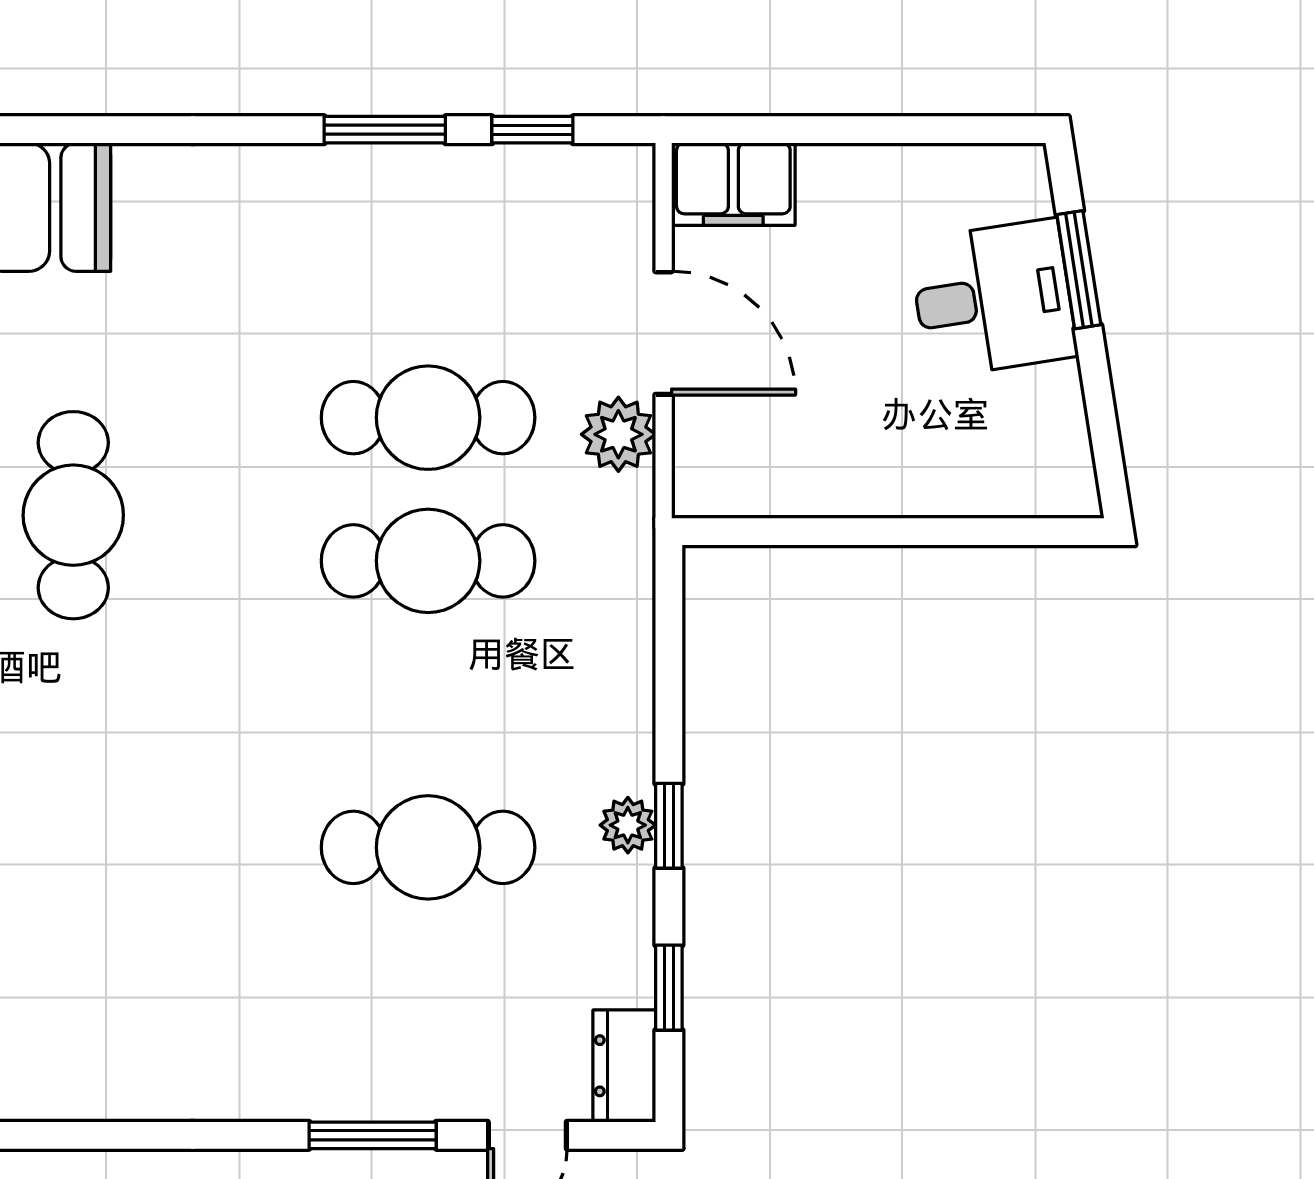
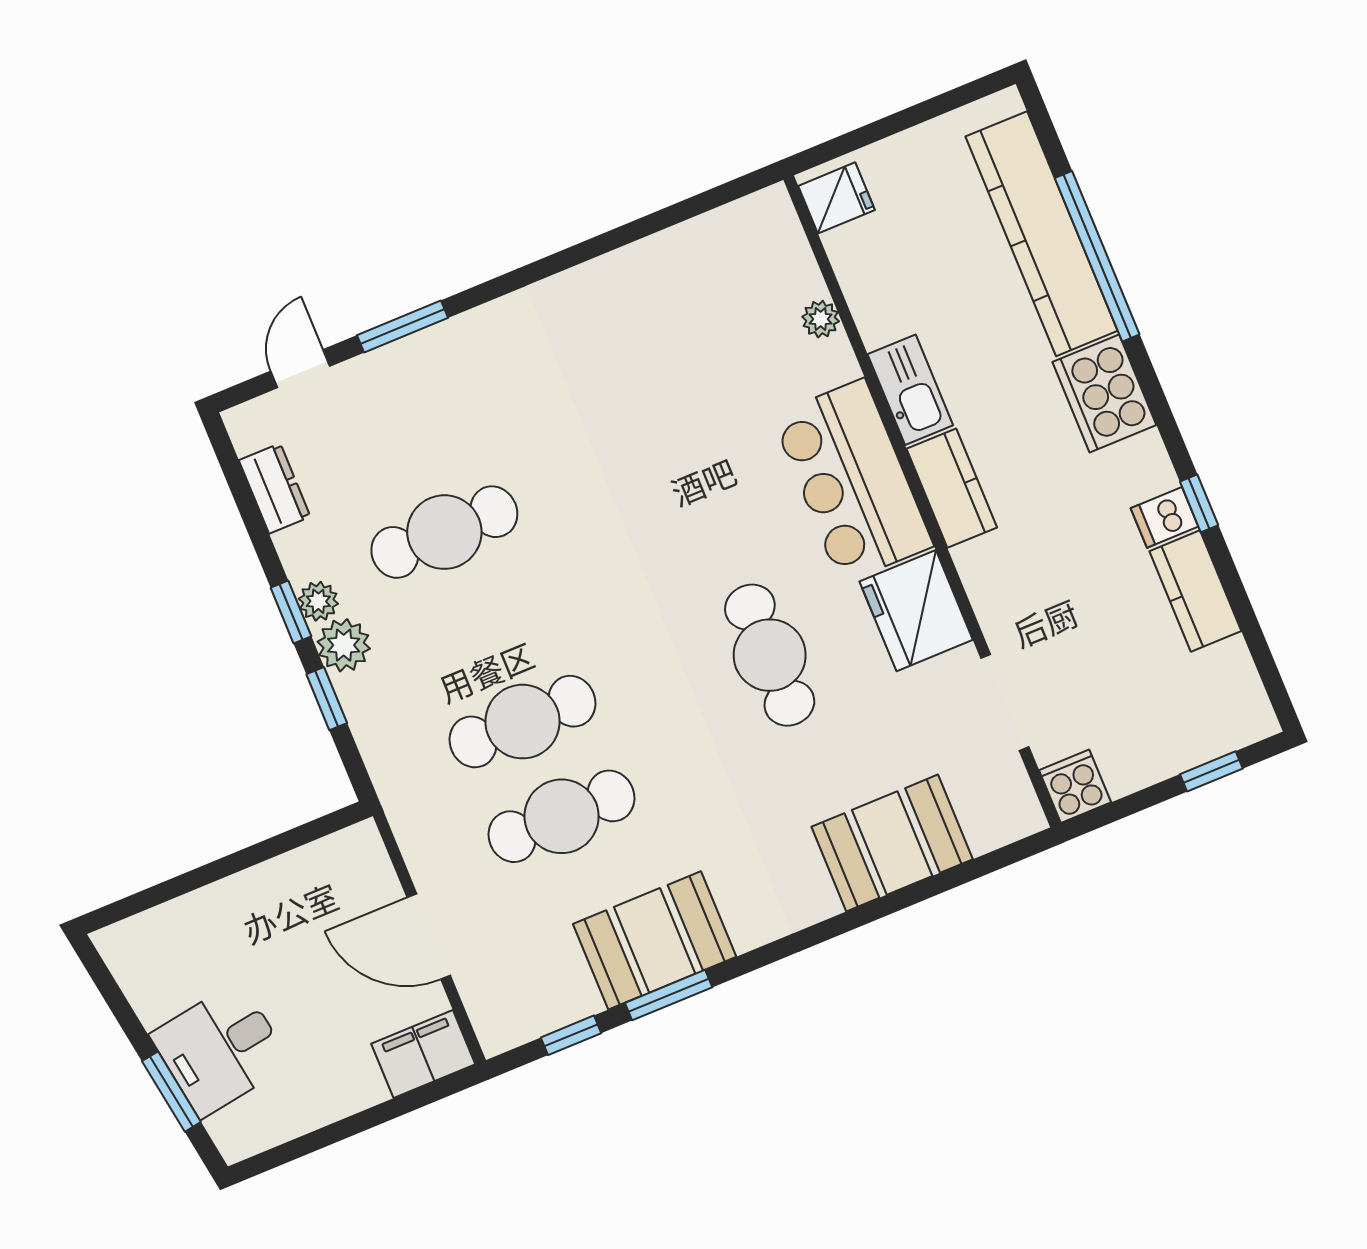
booth: (374, 208) -> (655, 940), added
plant: (618, 434) -> (344, 645), moved
window: (669, 988) -> (327, 699), moved
dresser: (624, 1066) -> (275, 489), moved

